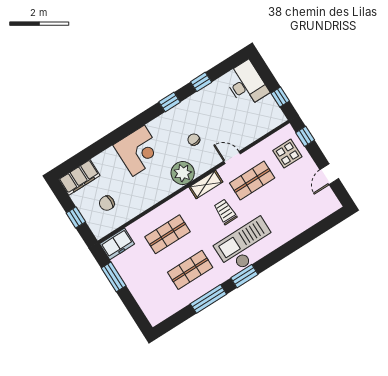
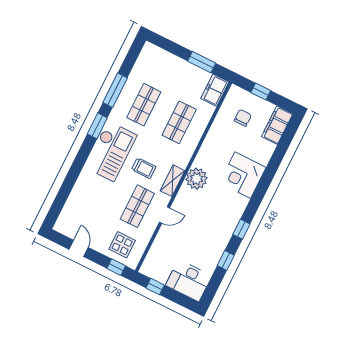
chair: (194, 140) -> (204, 211), removed

